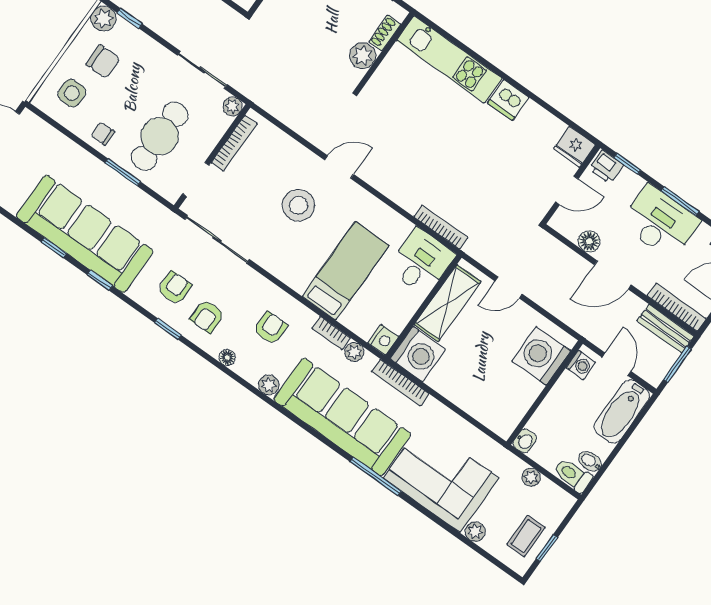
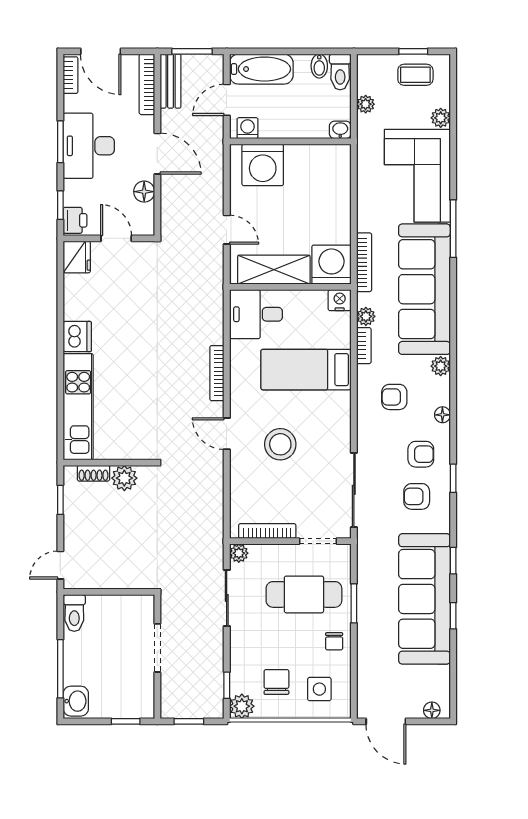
bookcase: (441, 227) -> (217, 373), moved

